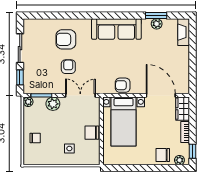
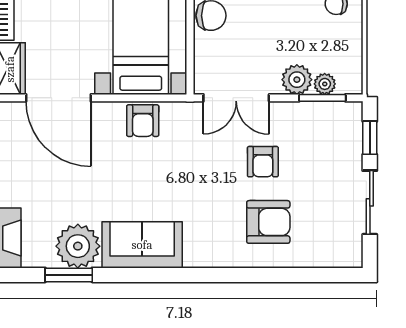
plant: (157, 24) -> (78, 246), width x1.87, depth x1.87
sofa: (116, 29) -> (142, 245), width x0.73
armchair: (123, 85) -> (143, 121), turned 90
plant: (28, 102) -> (325, 84), moved

